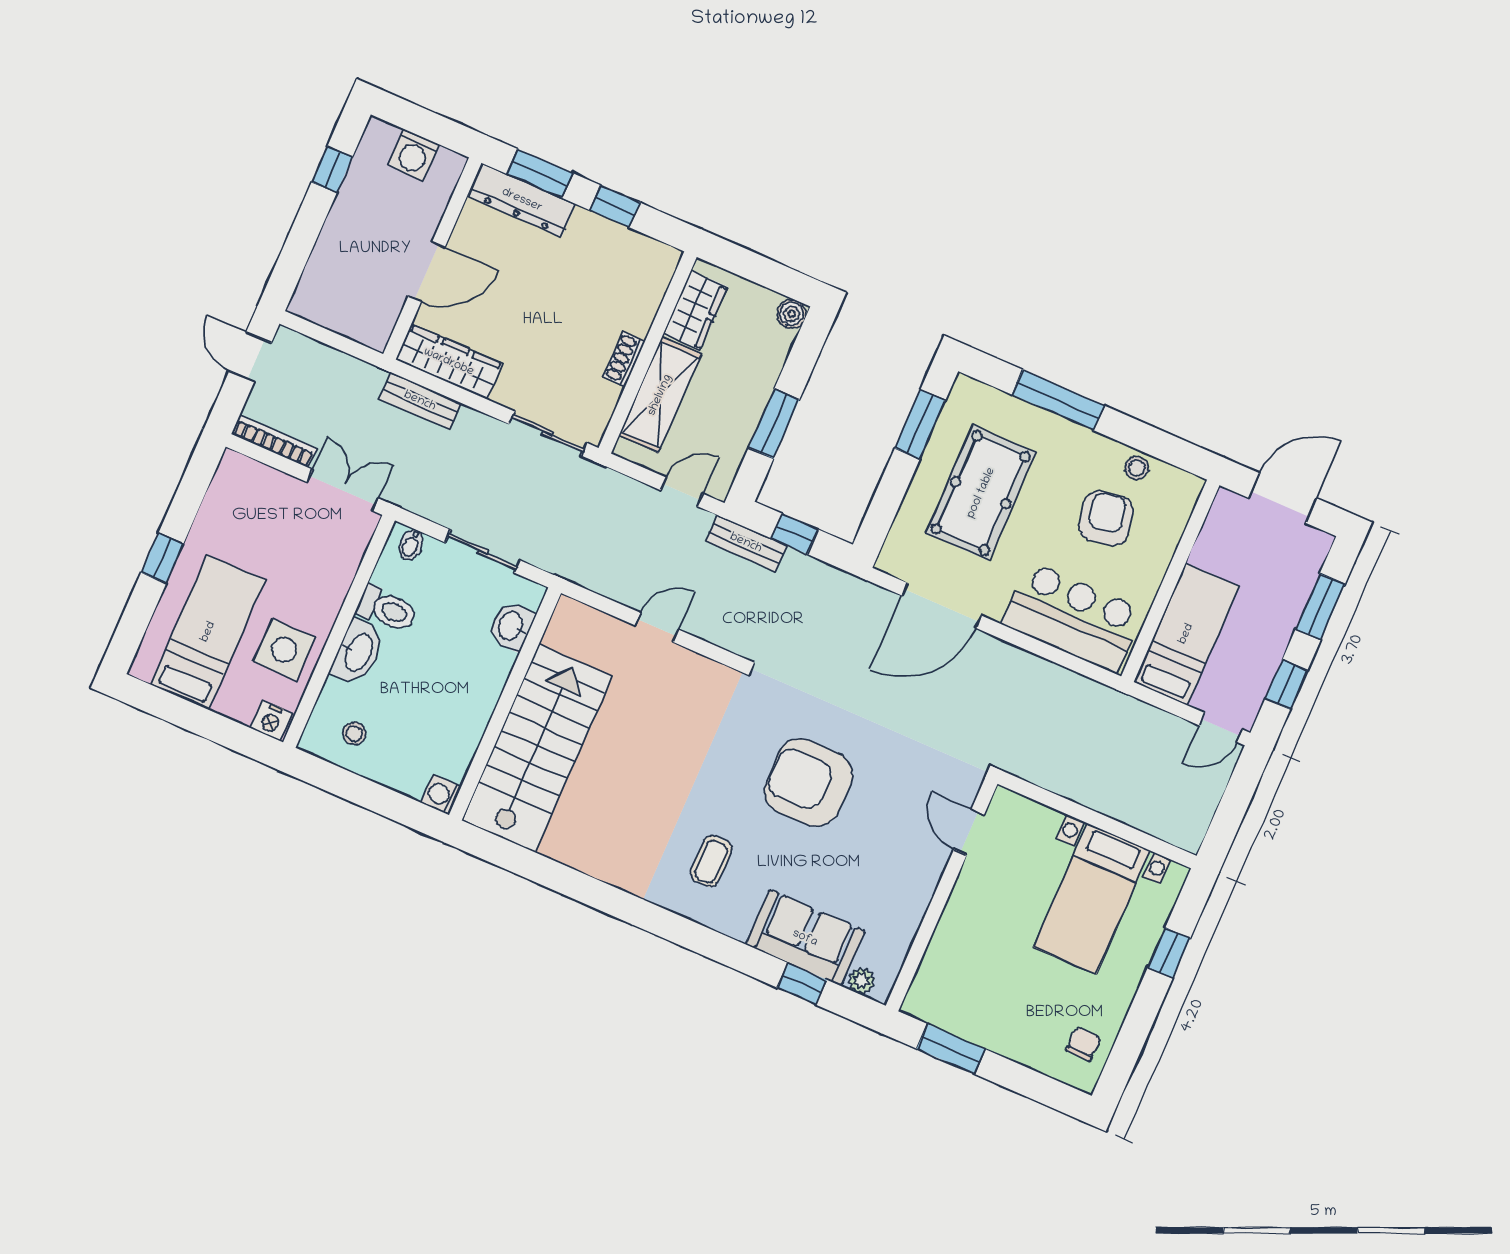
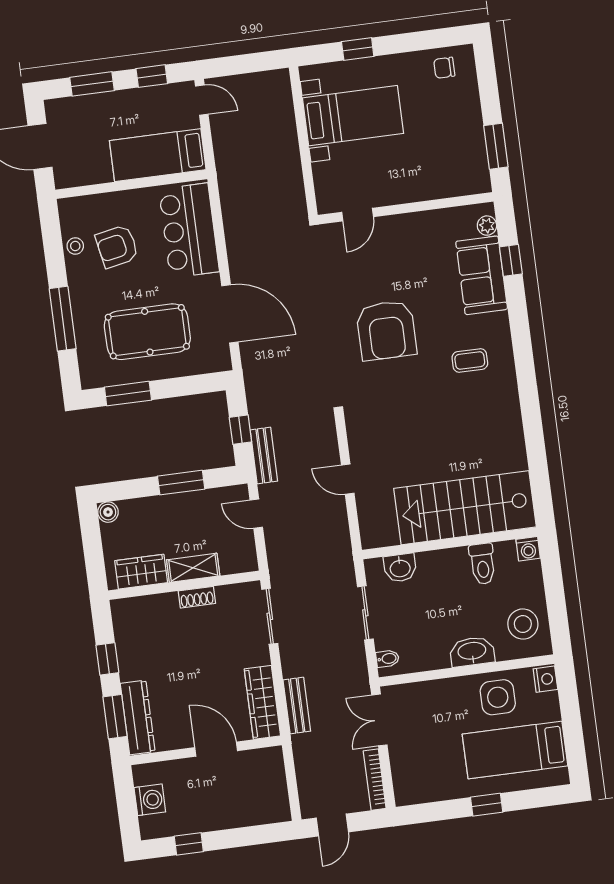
shelving: (660, 395) -> (193, 568), width x0.67, depth x0.75
toilet: (387, 609) -> (482, 564), moved, turned 180
stool: (354, 733) -> (523, 624), width x1.89, depth x1.89

